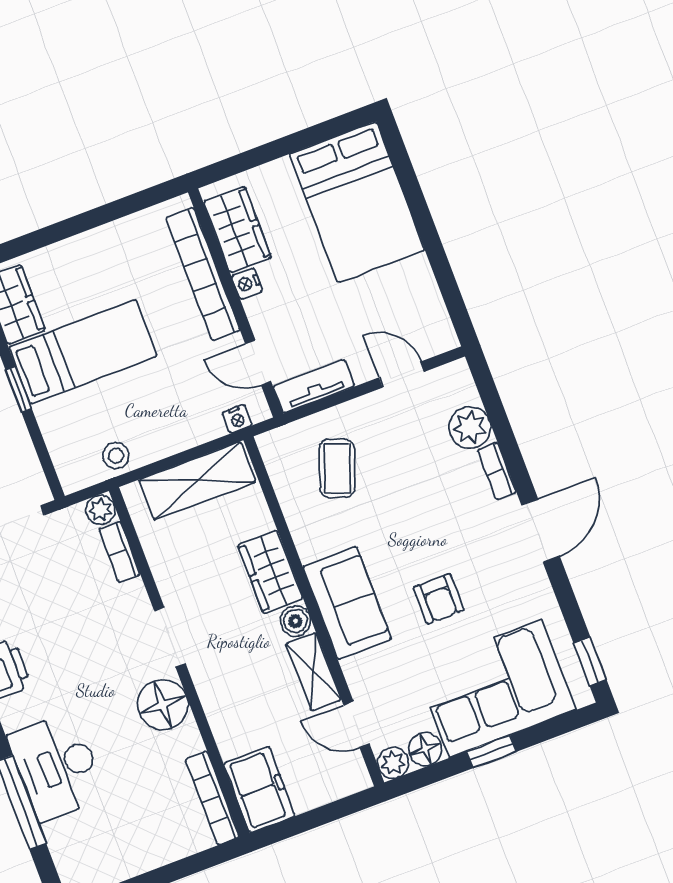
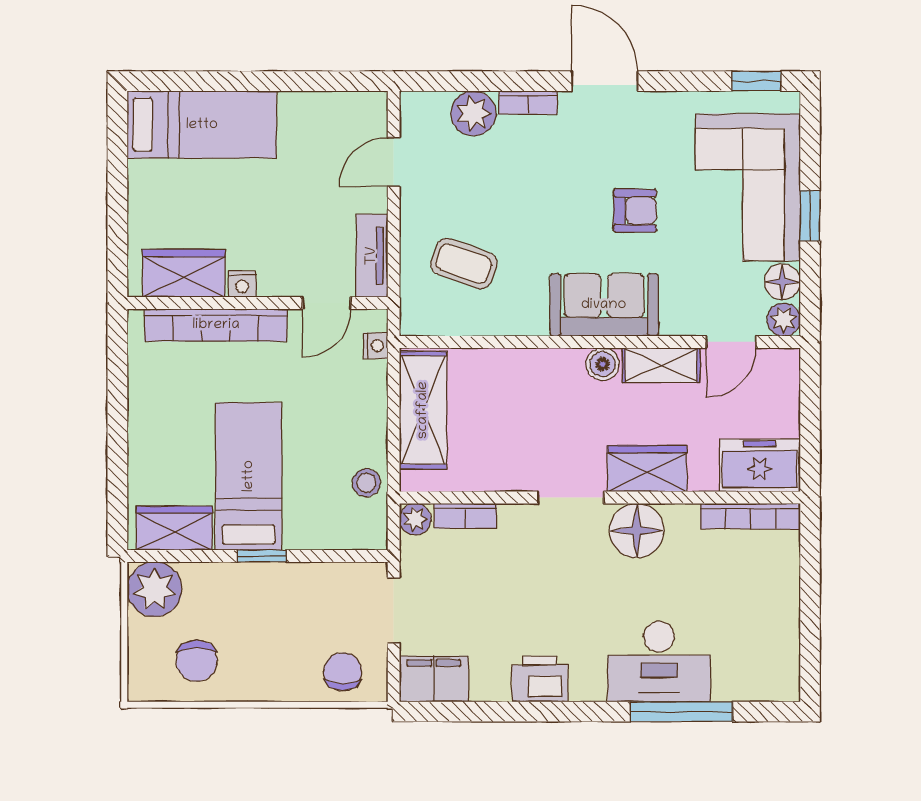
bed: (357, 202) -> (202, 125), width x0.67
wardrobe: (270, 572) -> (647, 469), moved, turned 180

